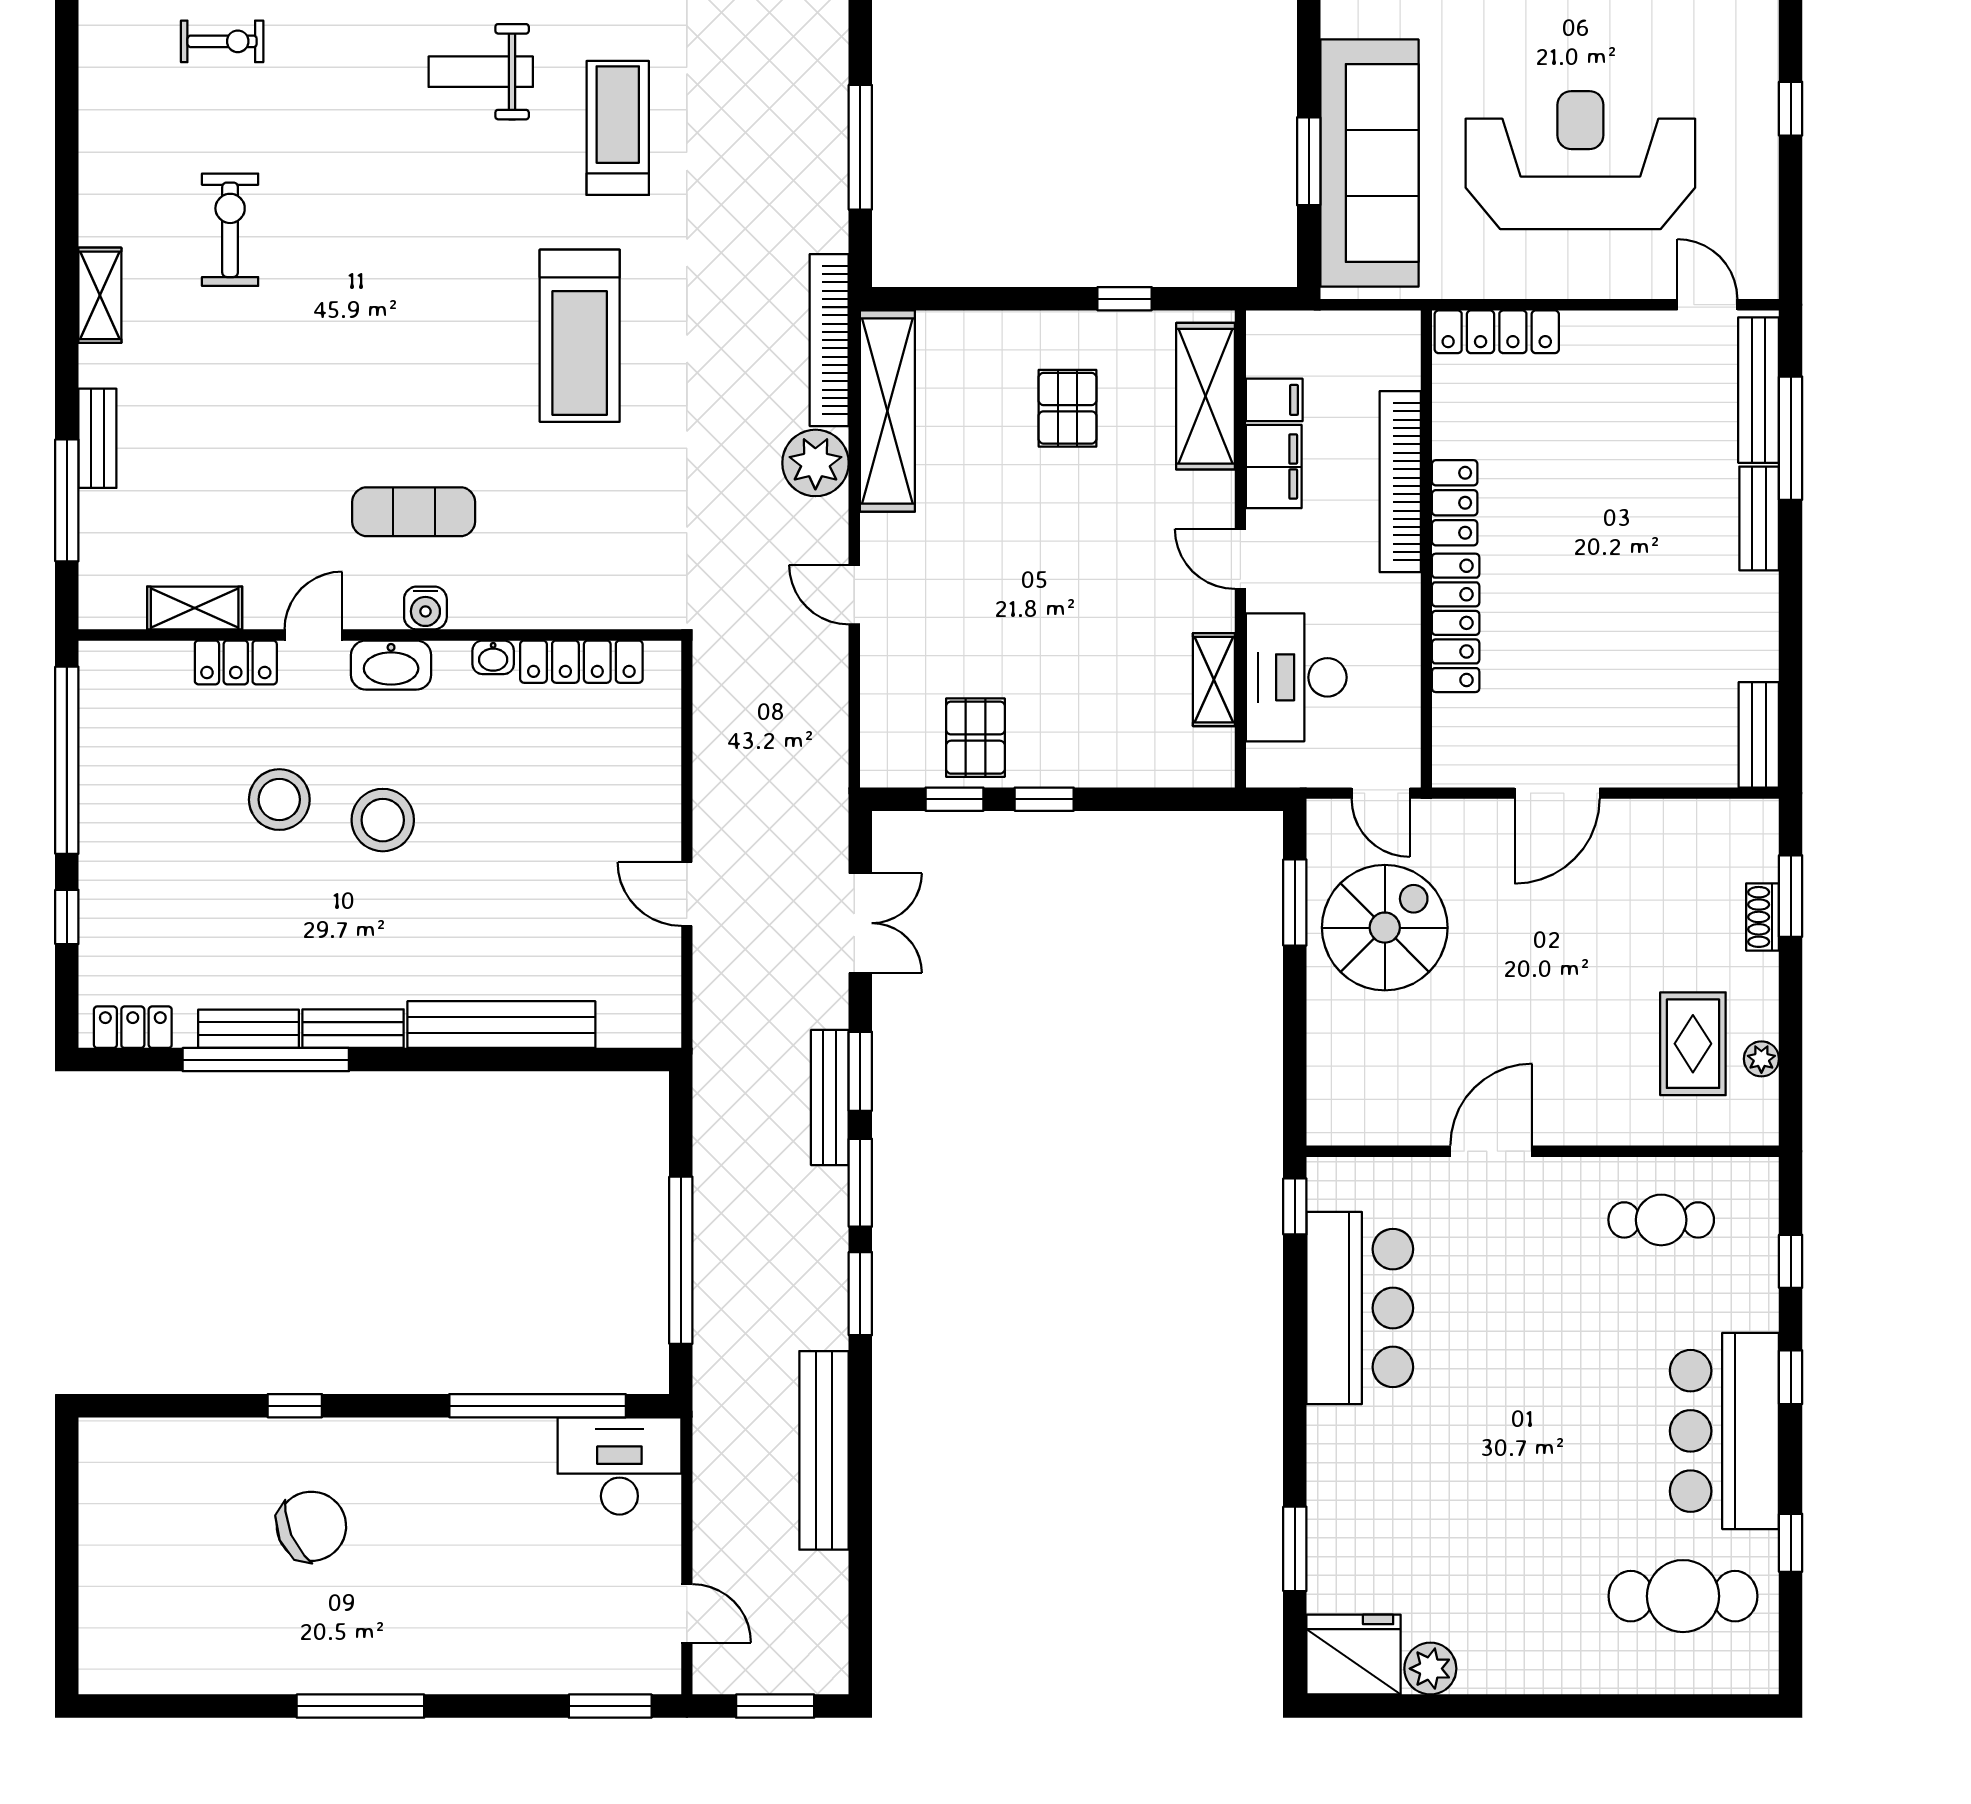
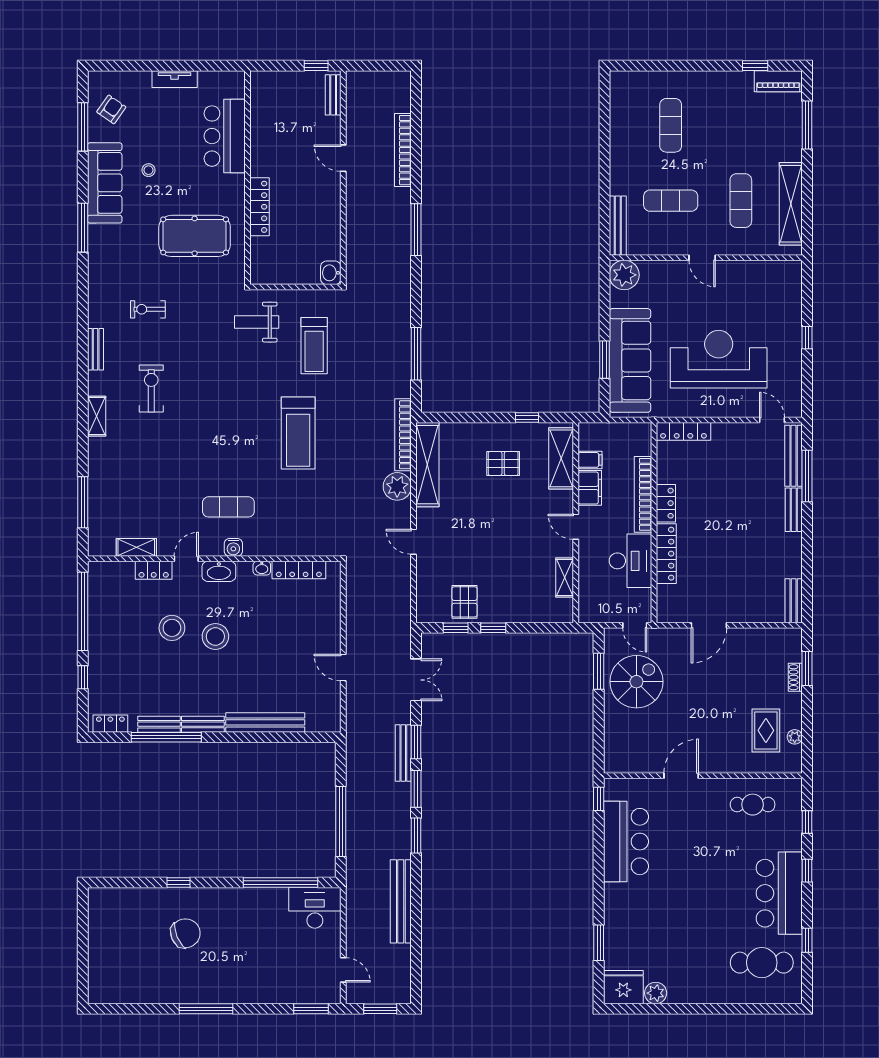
exercise bike: (222, 41) -> (148, 309), turned 180
treadmill: (618, 128) -> (314, 346), turned 180
pallet: (1068, 408) -> (503, 463), turned 90
bench: (97, 438) -> (96, 349), moved
desk: (1296, 677) -> (630, 561), moved, turned 180

